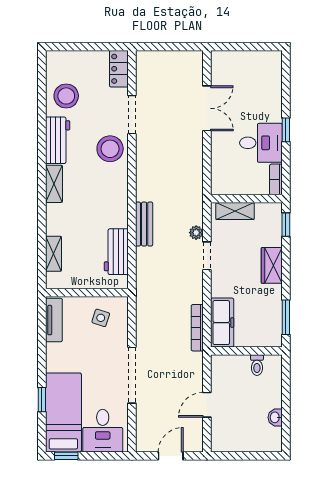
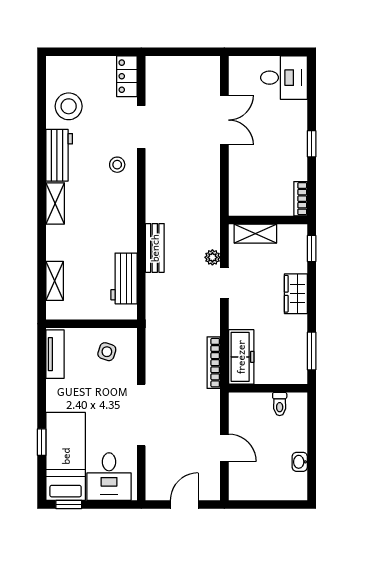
desk: (261, 143) -> (284, 78), moved
stool: (110, 149) -> (117, 165), width x0.53, depth x0.53
door: (207, 405) -> (224, 448), swing flipped

